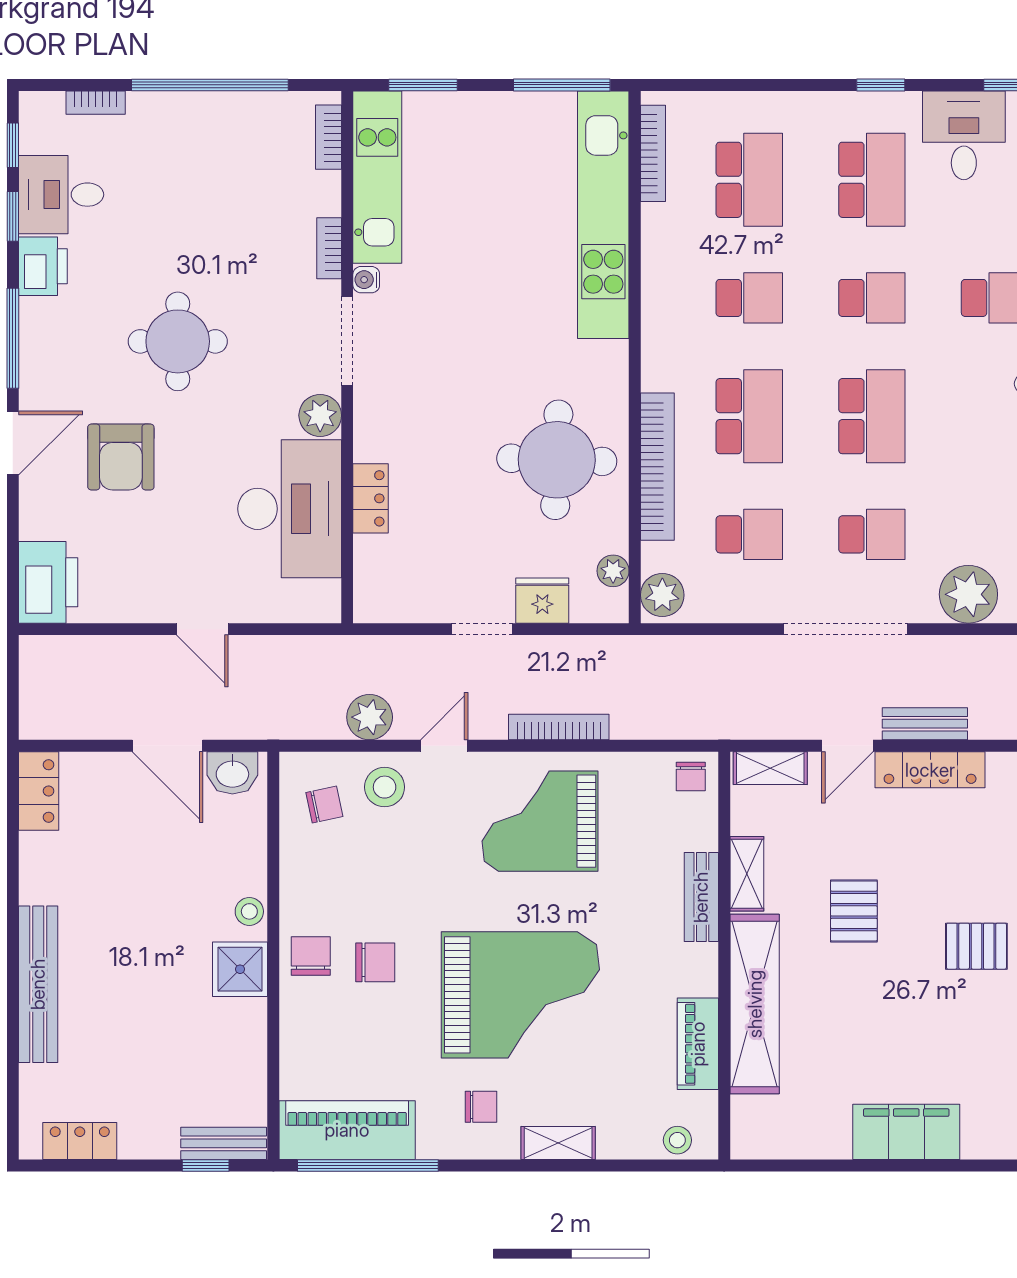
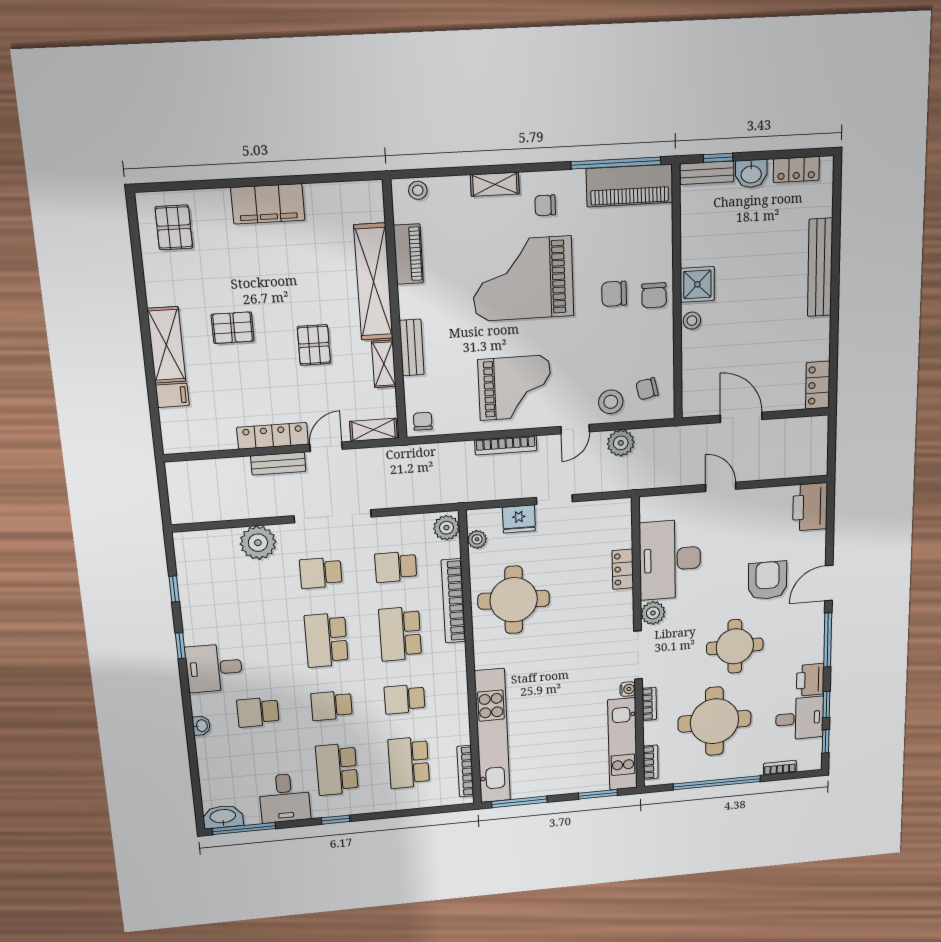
round table: (214, 204) -> (714, 721), added
washbasin: (232, 773) -> (751, 174), moved, turned 180

